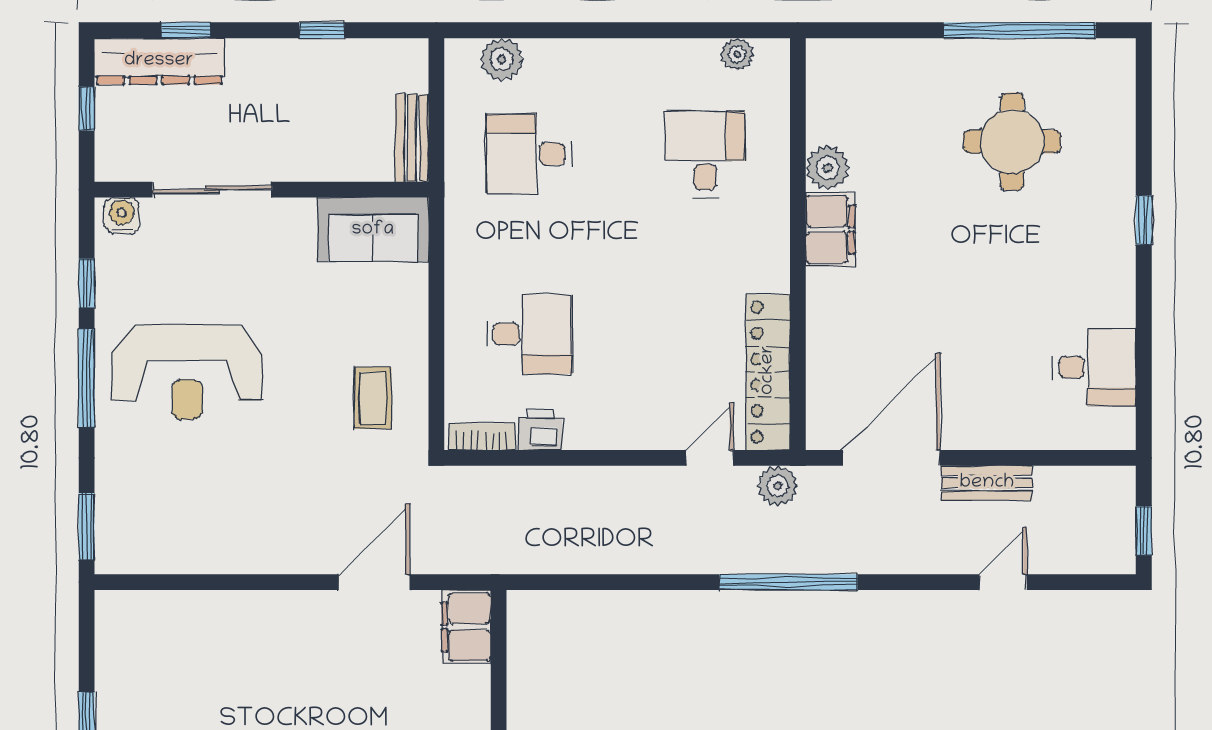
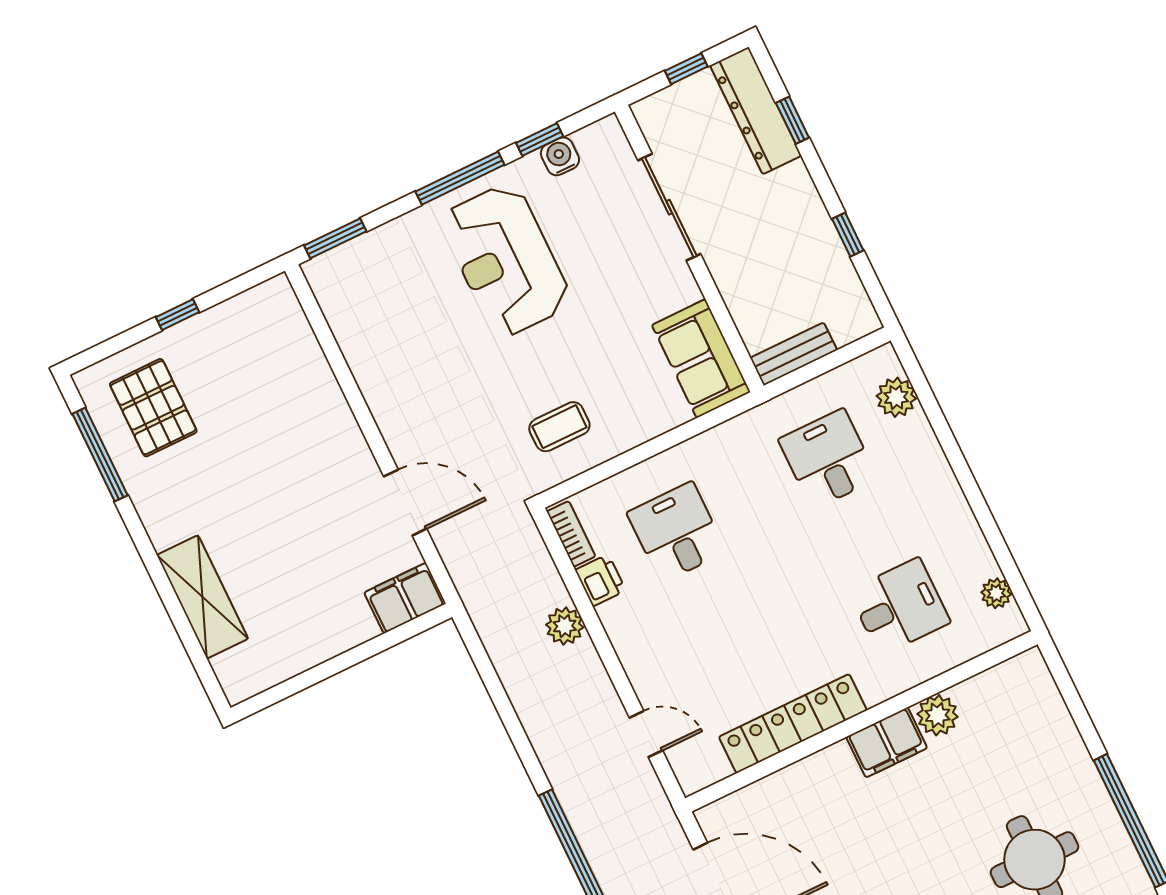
water cooler: (122, 215) -> (560, 156), moved, turned -90
desk: (529, 334) -> (677, 532), turned 180
locker: (768, 372) -> (793, 724), moved
plant: (778, 486) -> (565, 626), moved

